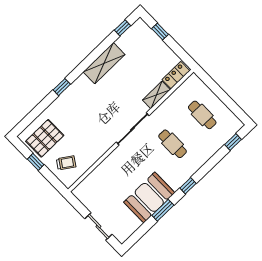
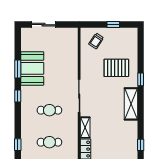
shelving: (104, 63) -> (131, 104), moved
pallet: (45, 138) -> (116, 68), moved, turned 90

